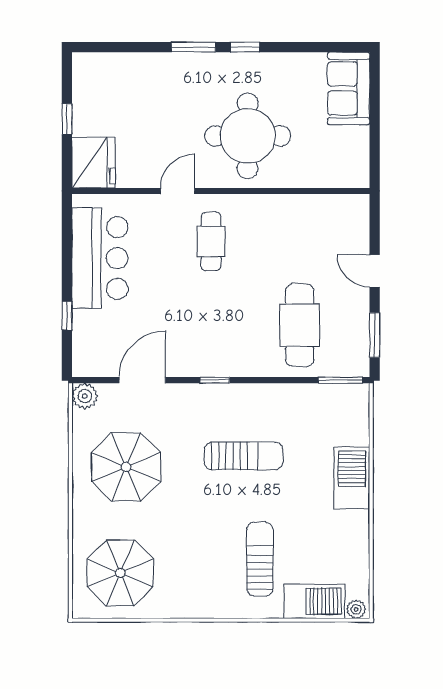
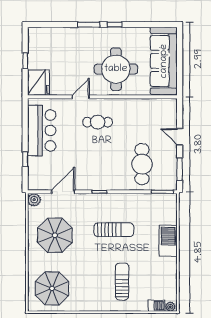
sofa: (349, 88) -> (164, 61), width x1.85, depth x1.27
cafe table: (211, 241) -> (98, 122), turned 90
barbecue: (315, 601) -> (157, 306), width x0.53, depth x0.65

